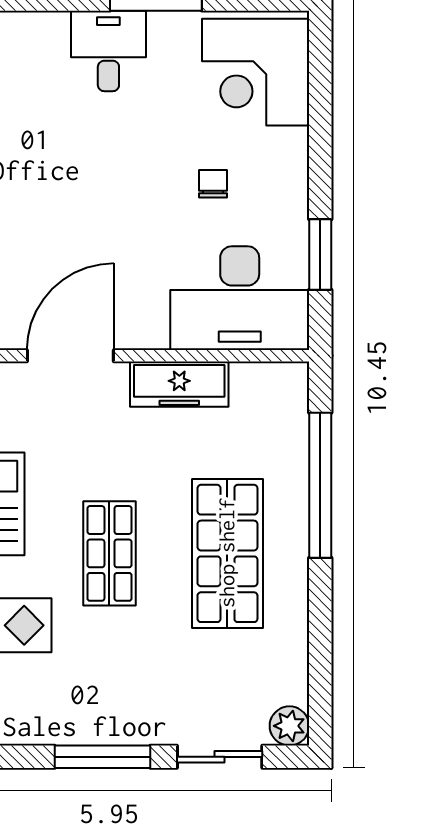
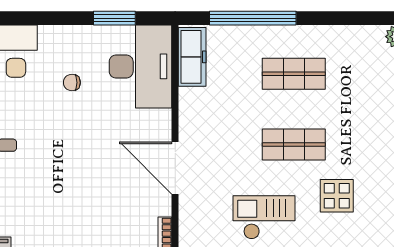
freezer: (179, 384) -> (192, 57), moved
shop shelf: (227, 553) -> (294, 74), width x0.70, depth x0.74

